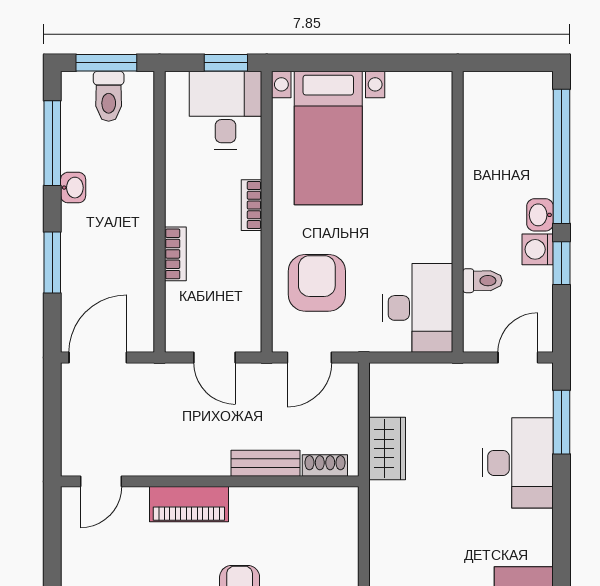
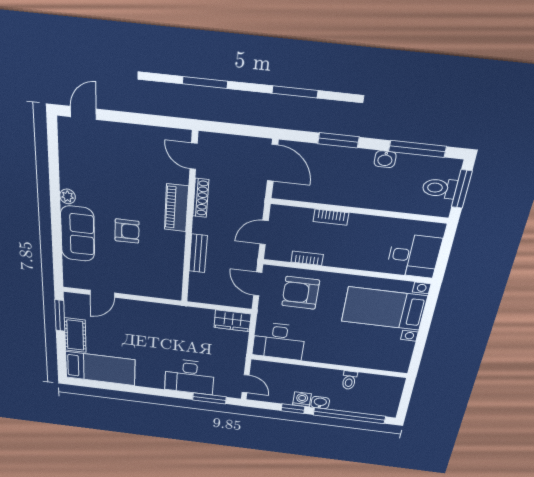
window: (226, 63) -> (443, 259), removed
bookcase: (252, 205) -> (307, 258), moved
toilet: (482, 281) -> (349, 380), moved
armchair: (317, 283) -> (301, 293), turned 180
wardrobe: (387, 448) -> (232, 321), moved
shoe rack: (325, 466) -> (201, 198), moved, width x1.43

